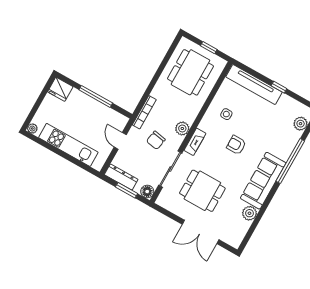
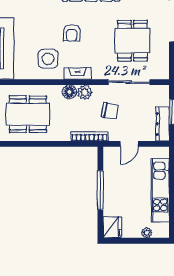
side table: (226, 114) -> (48, 59), width x1.87, depth x1.87
plant: (32, 129) -> (147, 233), moved
fireplace: (195, 142) -> (78, 73), moved
floor lamp: (147, 192) -> (69, 92), moved

